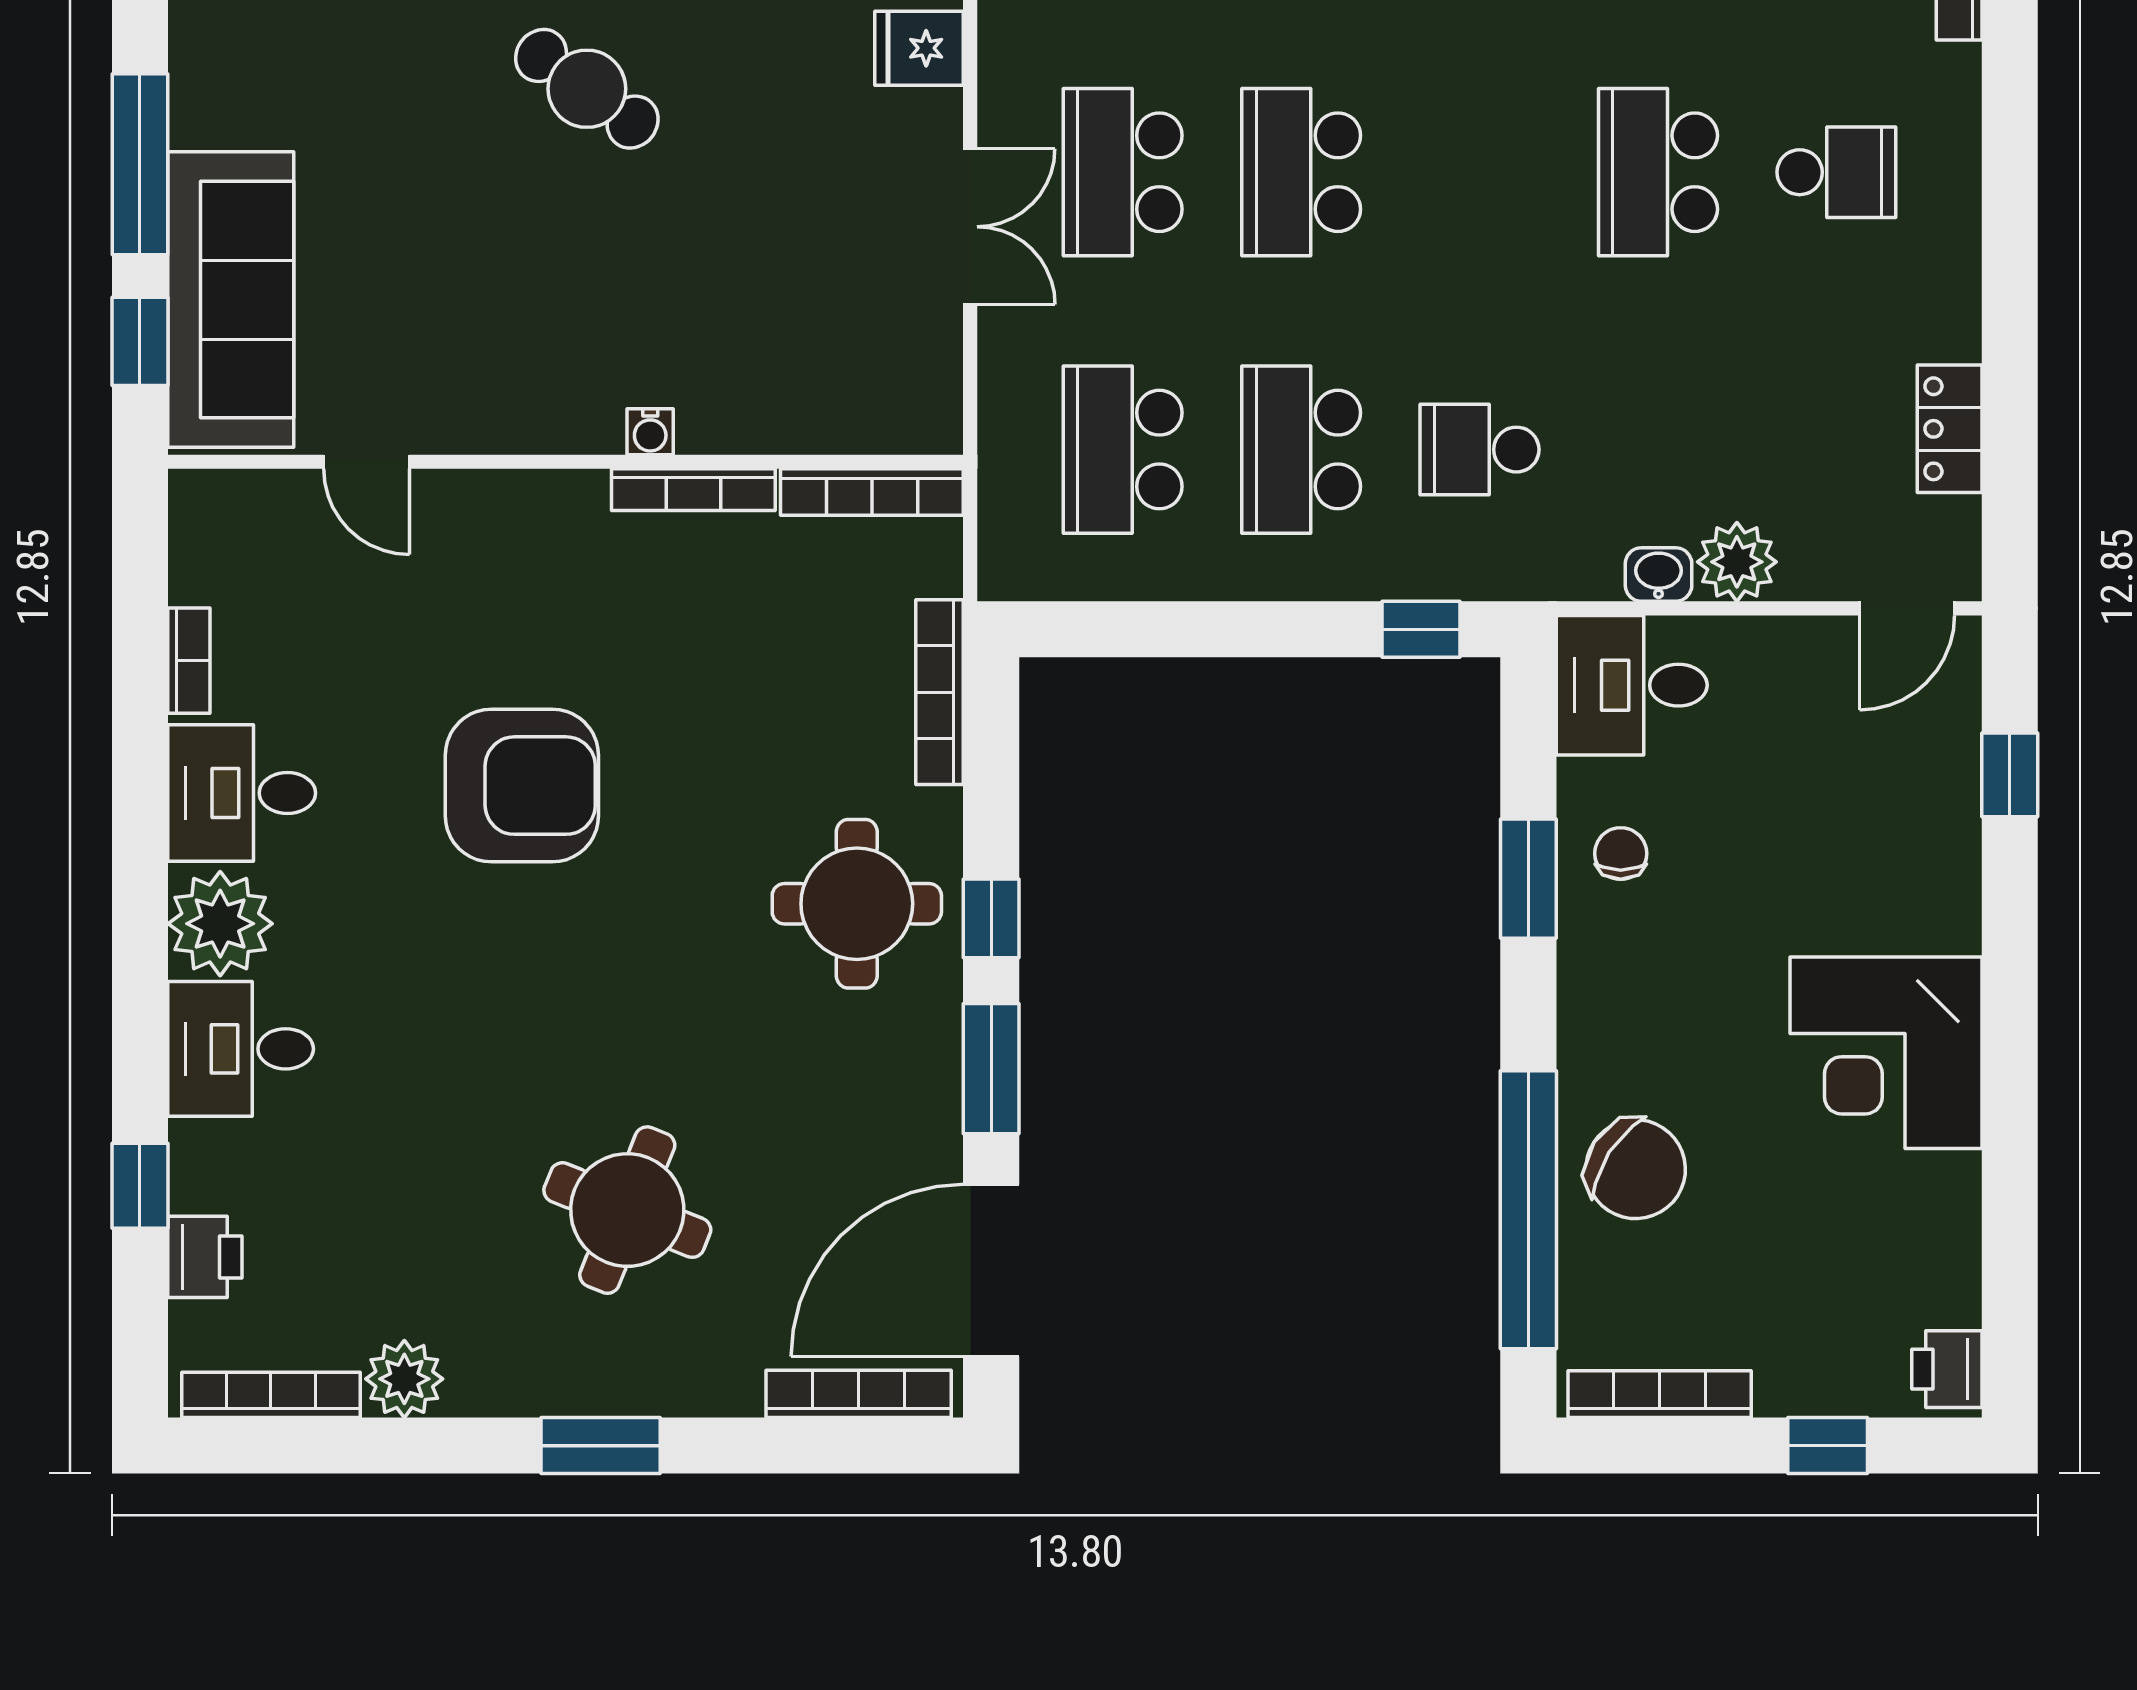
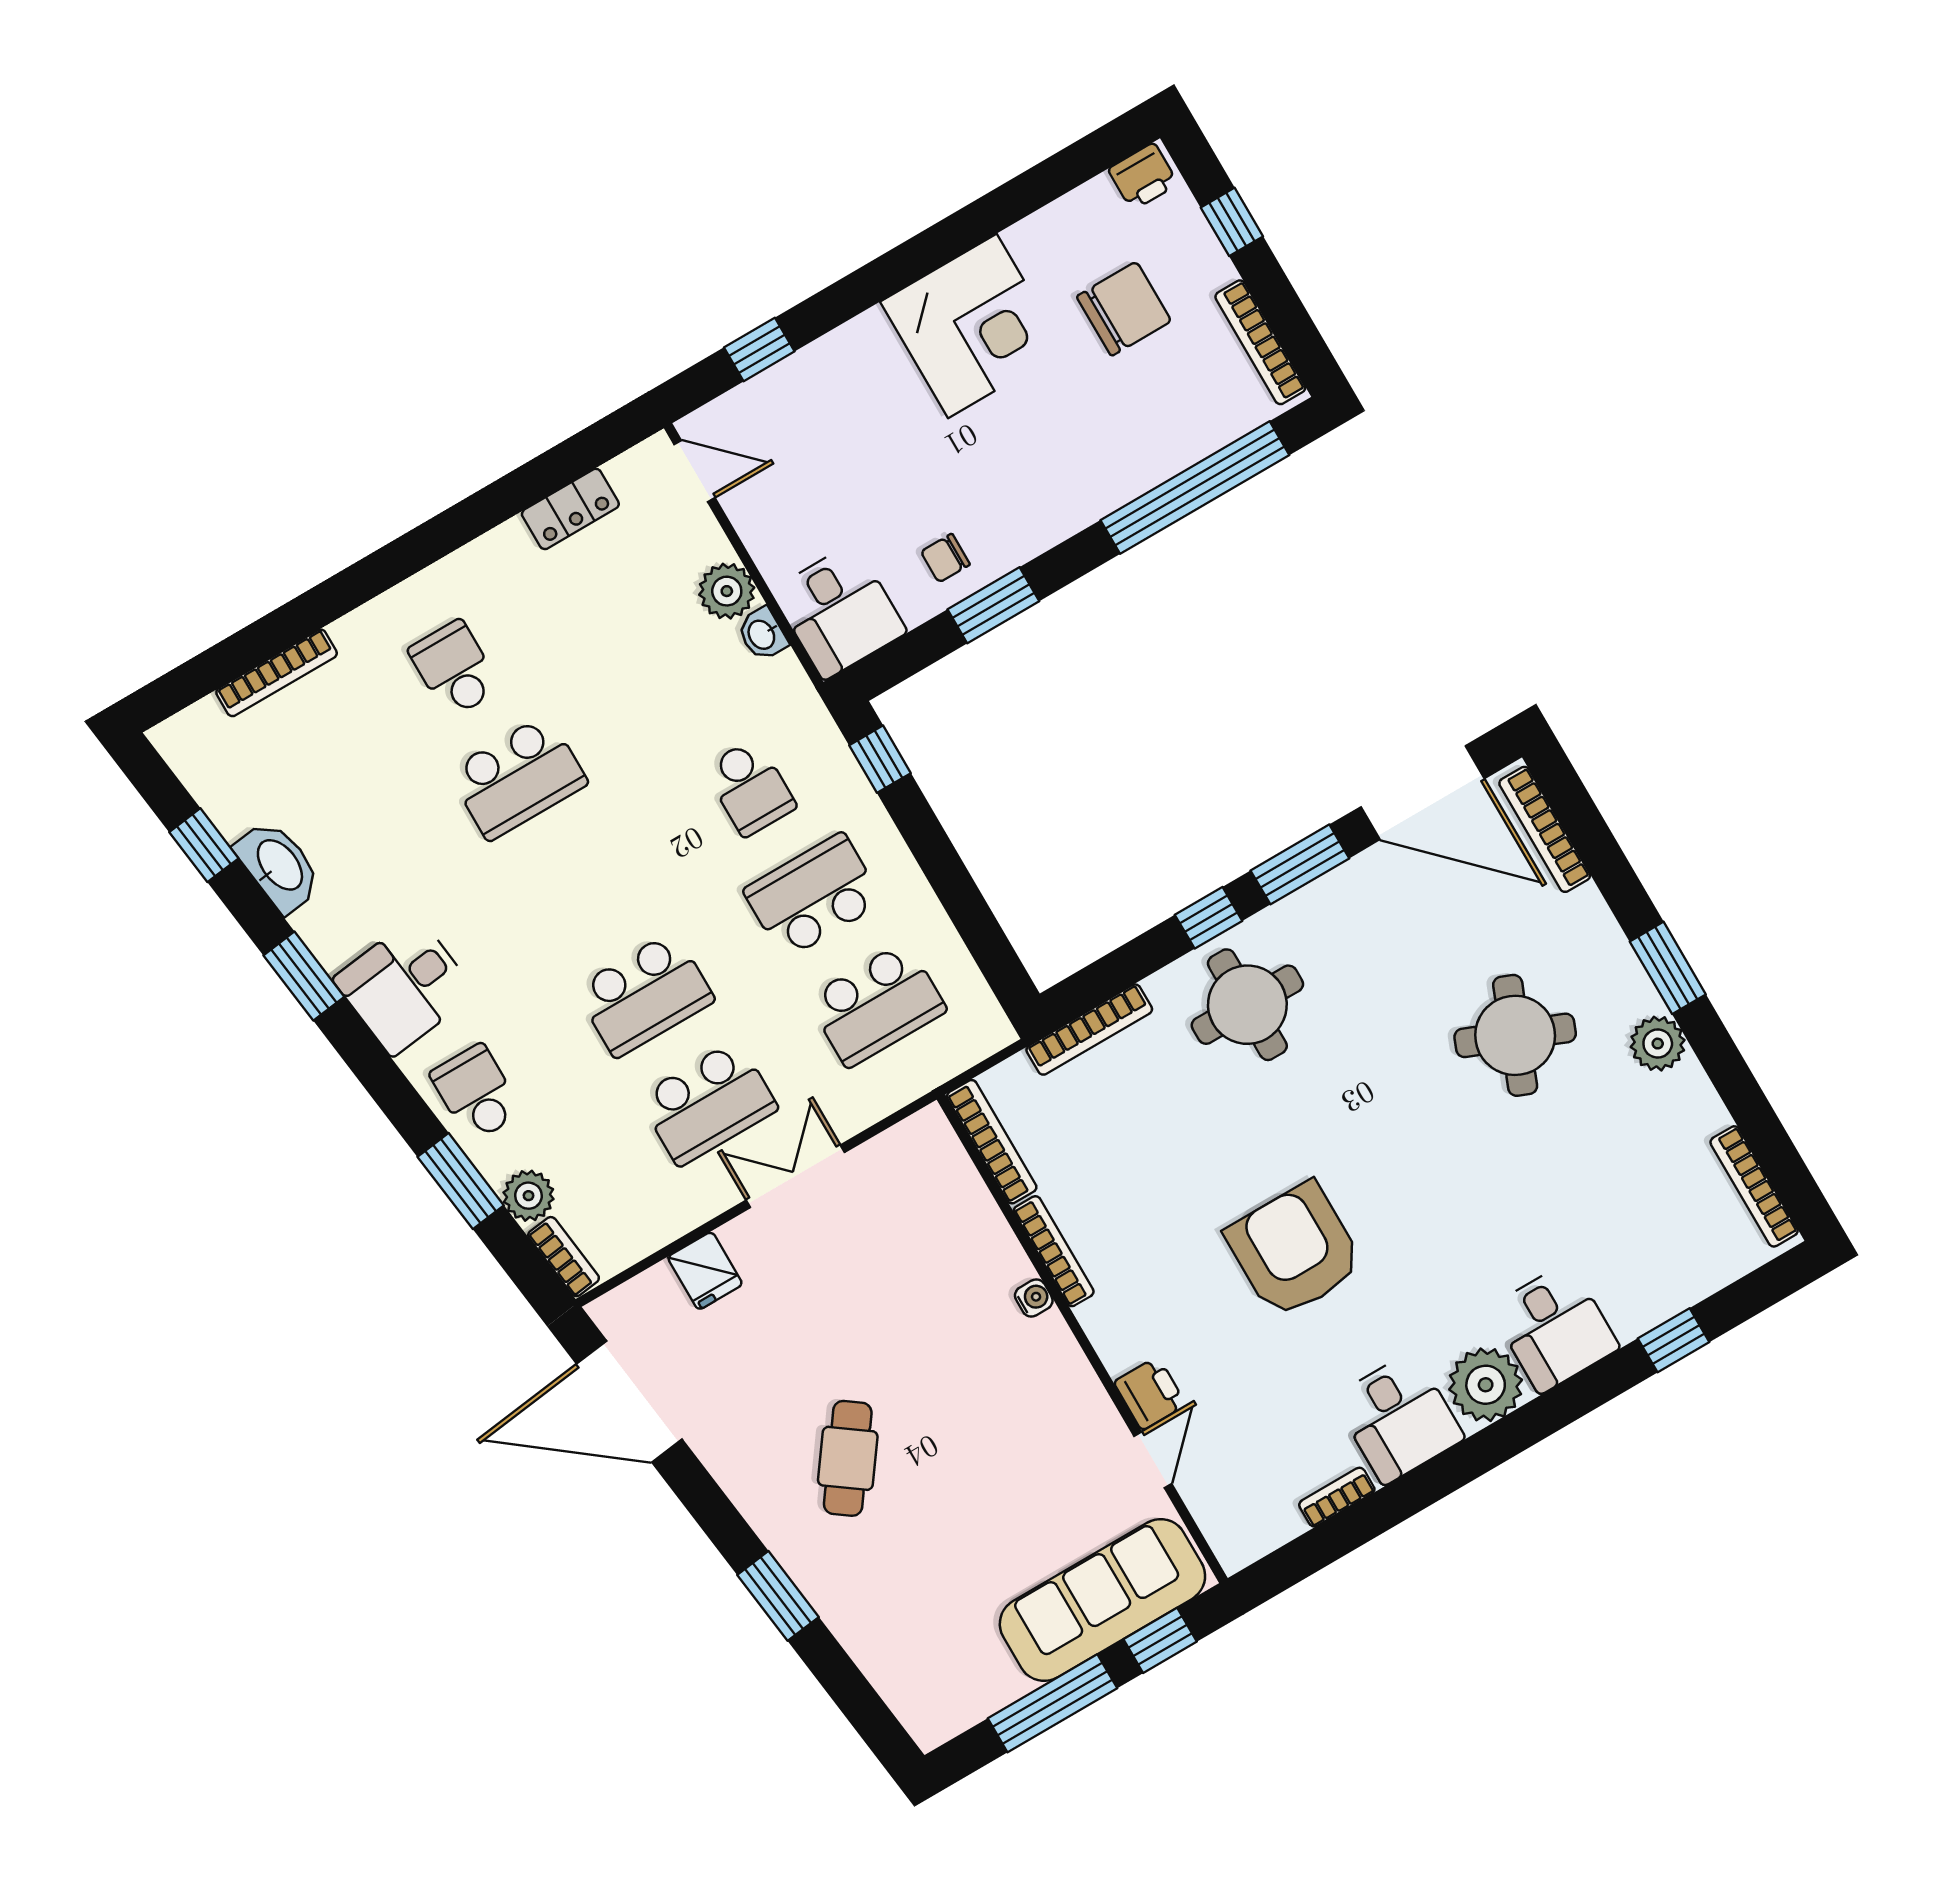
school desk: (1301, 450) -> (813, 896), turned 180
chair: (1636, 1169) -> (1124, 309), moved, turned 57
printer: (205, 1257) -> (1150, 1393), moved, turned 90
plant: (404, 1379) -> (1658, 1044), moved

